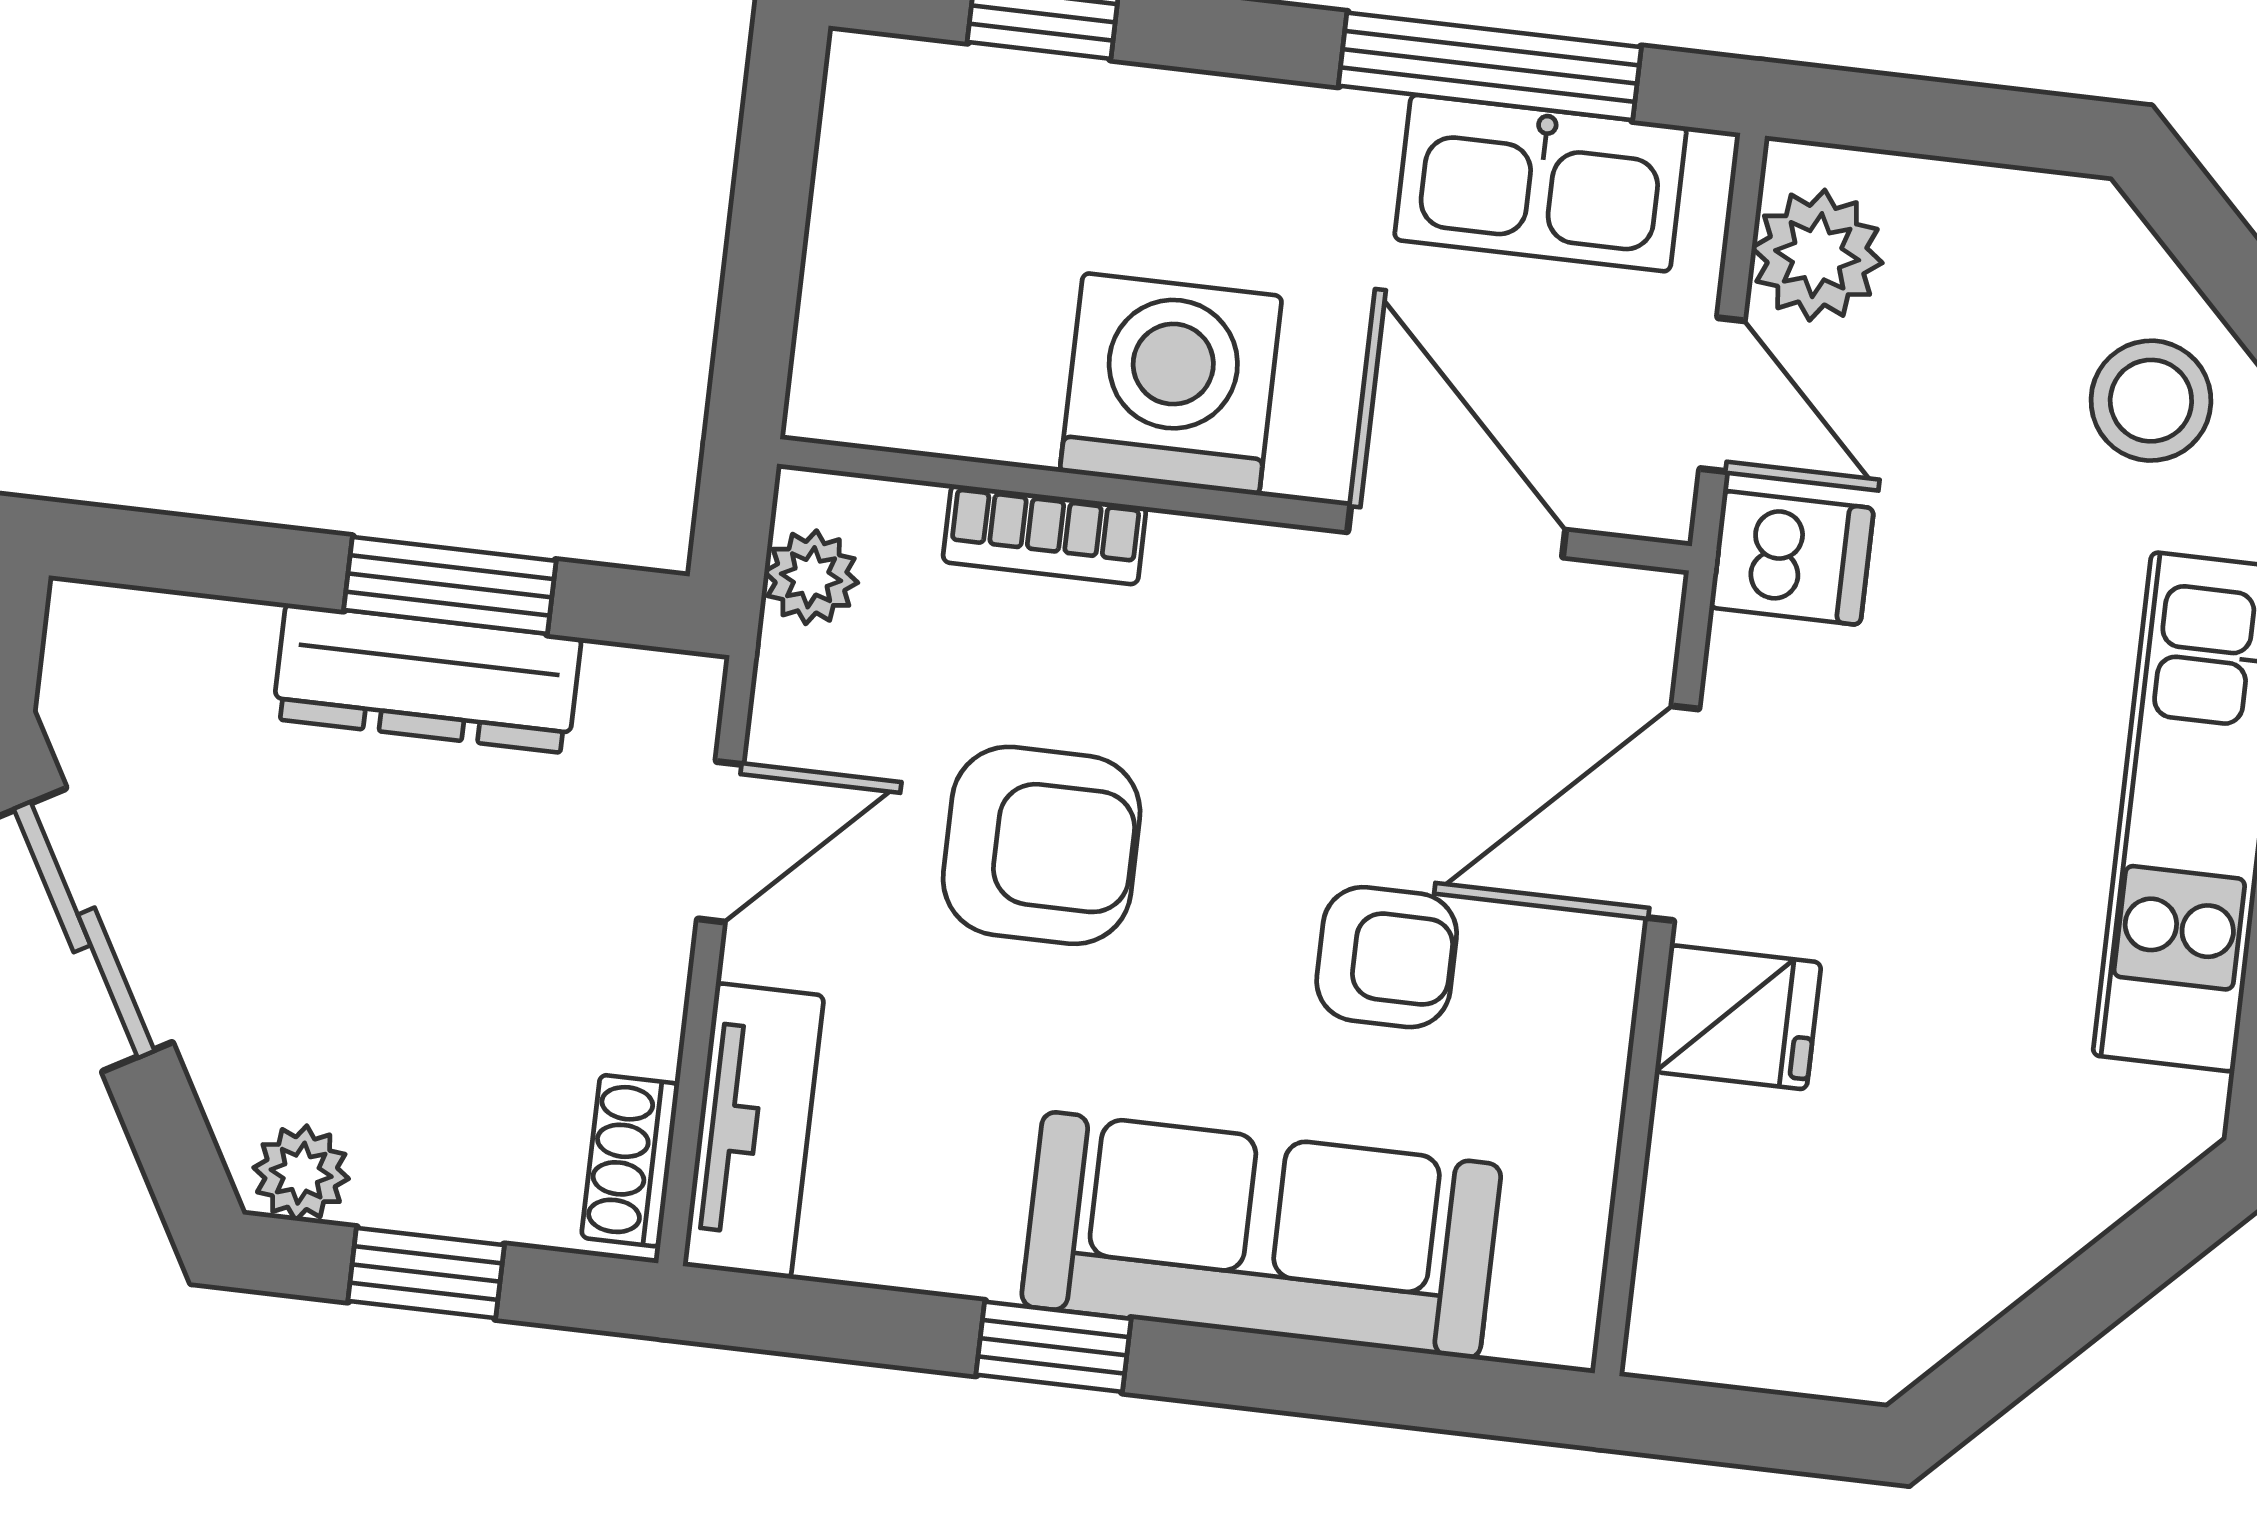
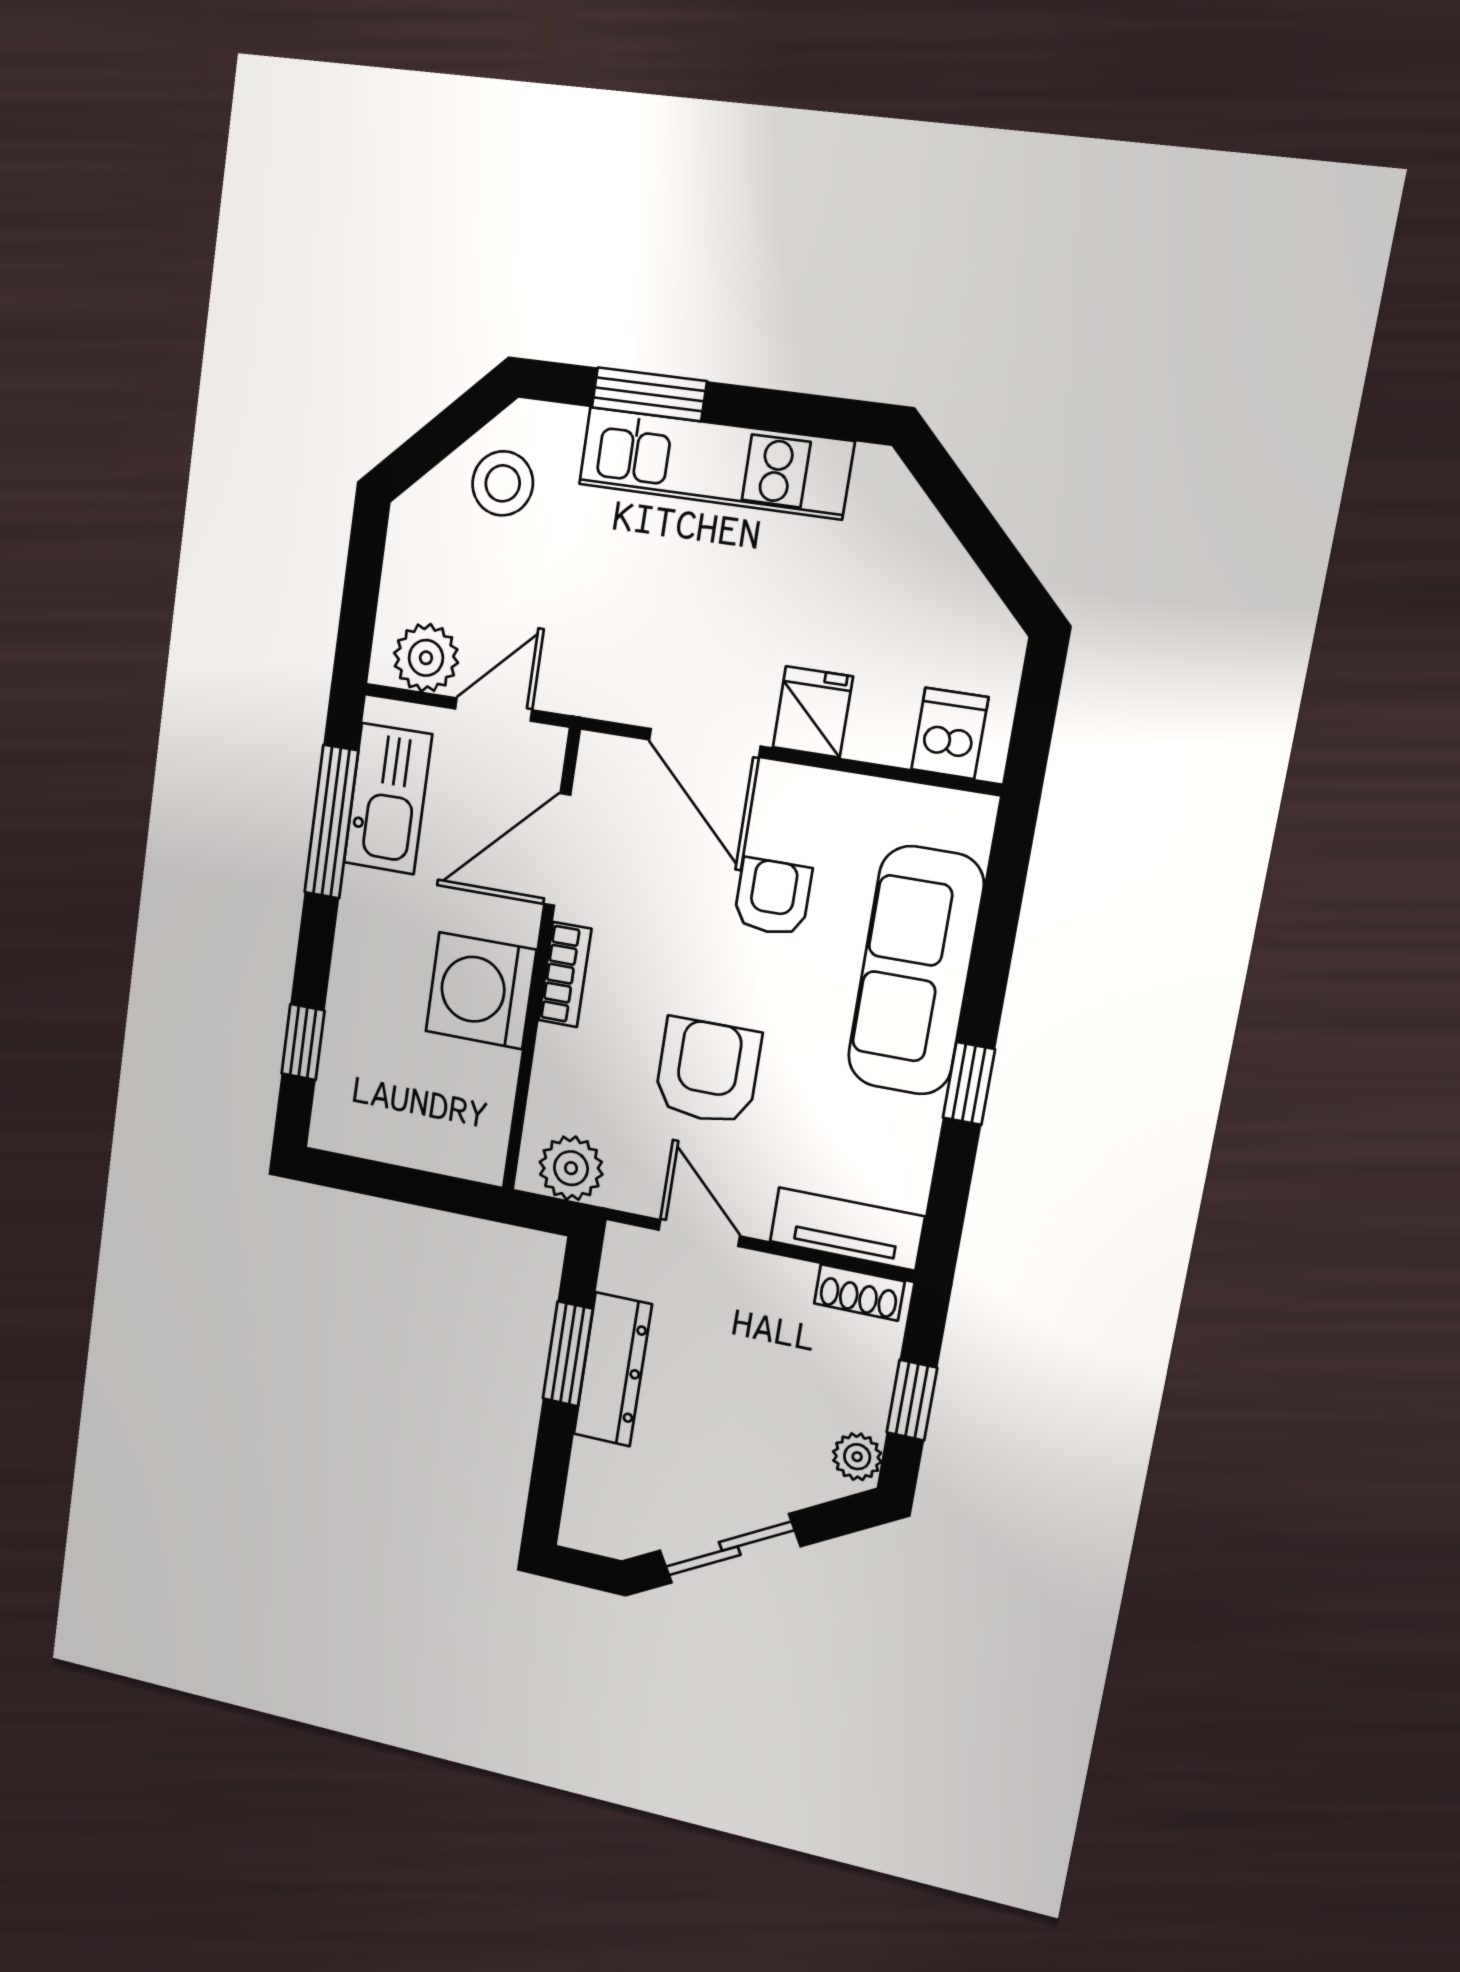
bookcase: (1044, 534) -> (565, 975), moved
dishwasher: (1792, 558) -> (950, 733), moved
plant: (811, 577) -> (571, 1168), width x1.38, depth x1.38

